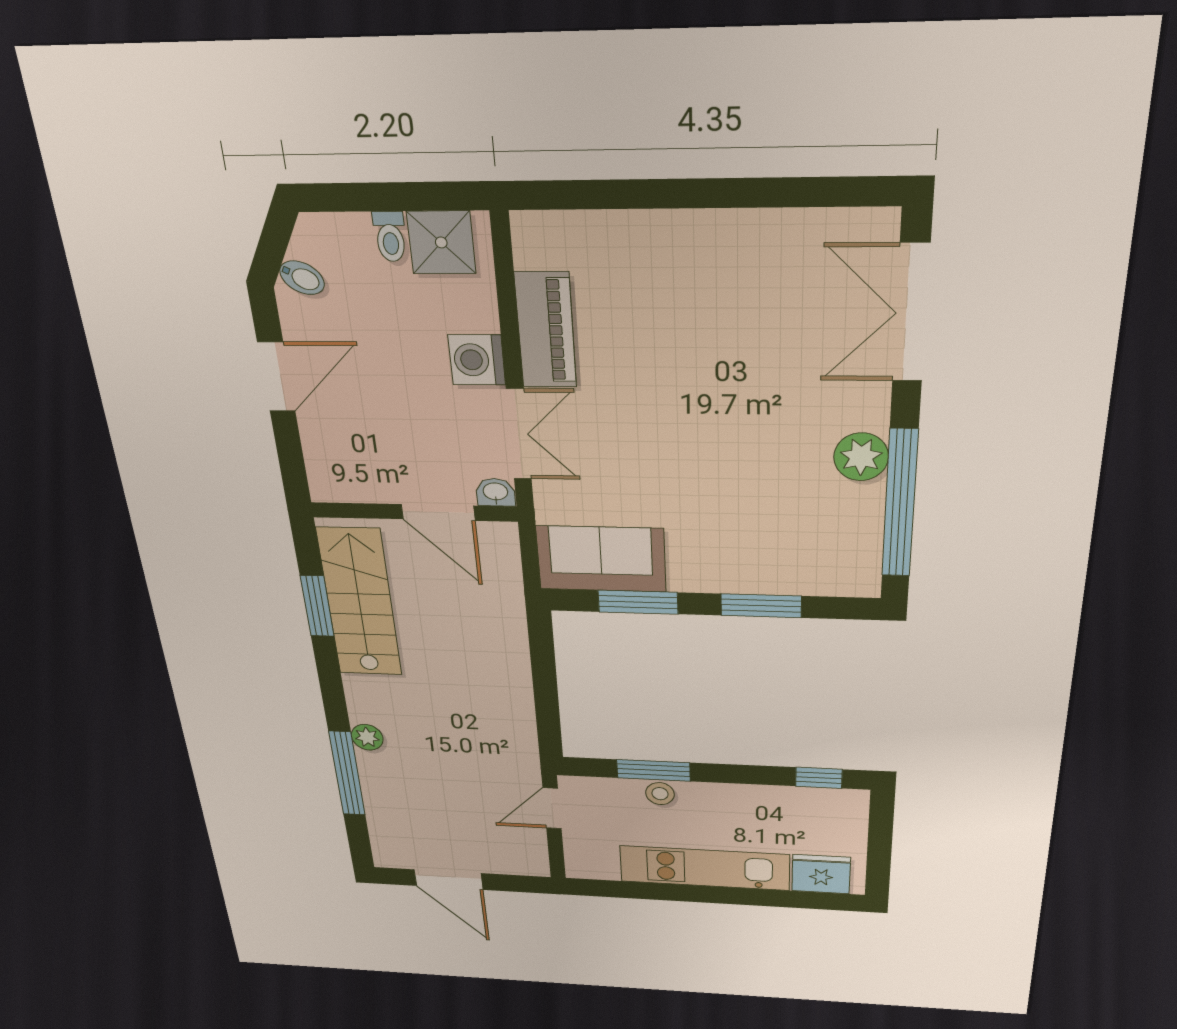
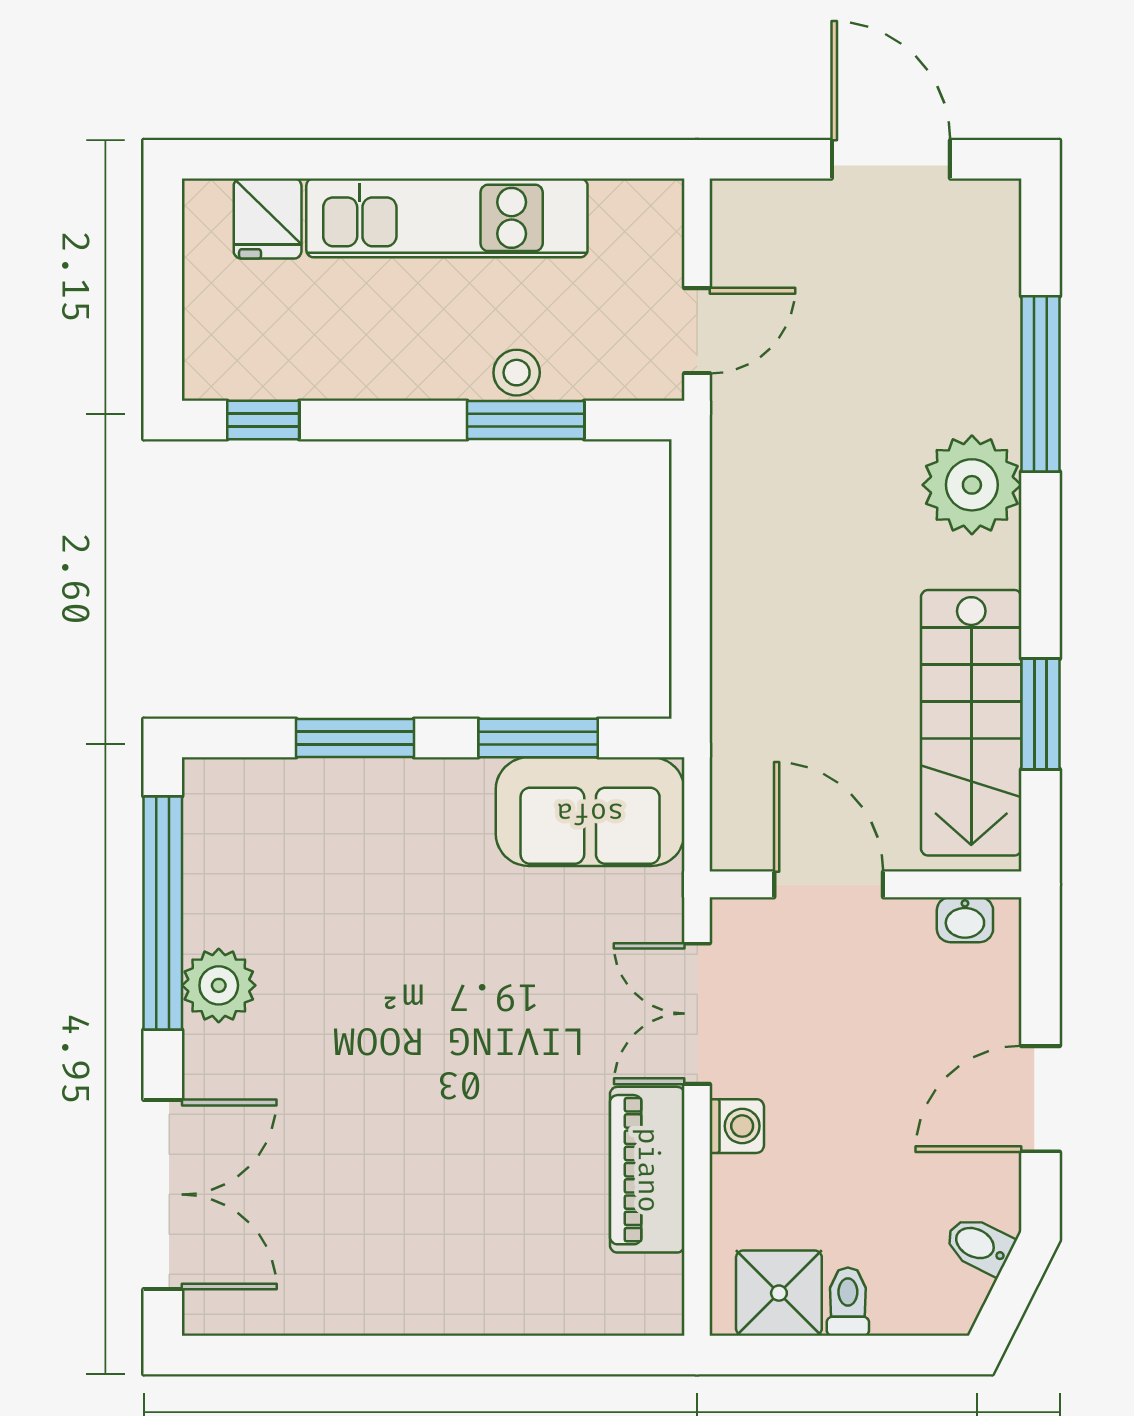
washing machine: (477, 360) -> (737, 1126), width x0.73, depth x0.73
washbasin: (495, 492) -> (965, 920), moved
plant: (367, 737) -> (972, 485), width x1.88, depth x1.88
fridge: (821, 874) -> (268, 218), width x0.72

